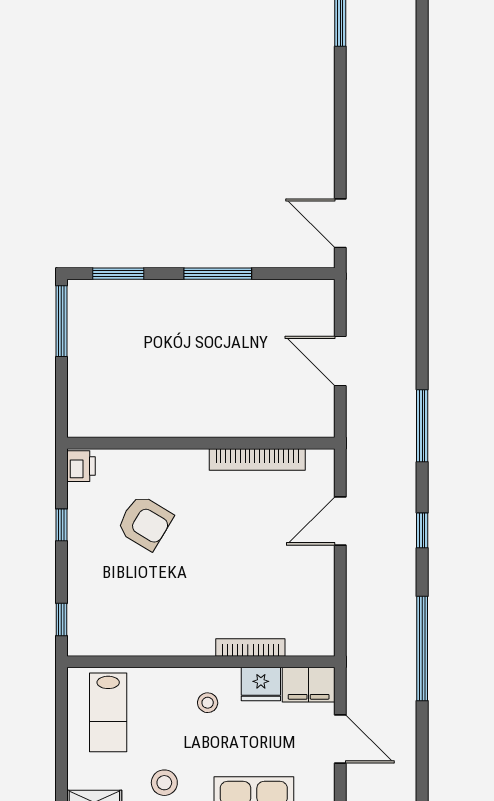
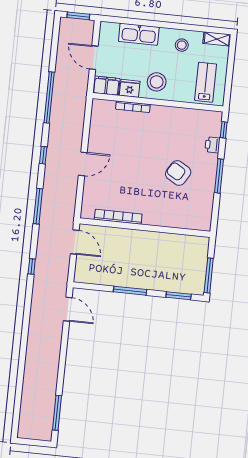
window: (422, 302) -> (32, 267), added
wall: (201, 443) -> (145, 228), moved
bookcase: (257, 459) -> (118, 217), moved
printer: (81, 466) -> (212, 145), moved
window: (61, 525) -> (219, 176), width x2.17
stool: (208, 703) -> (157, 82), width x1.89, depth x1.89

